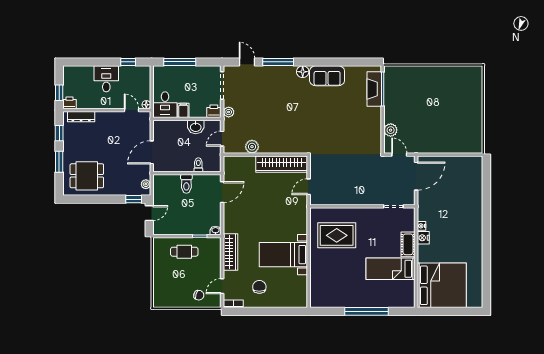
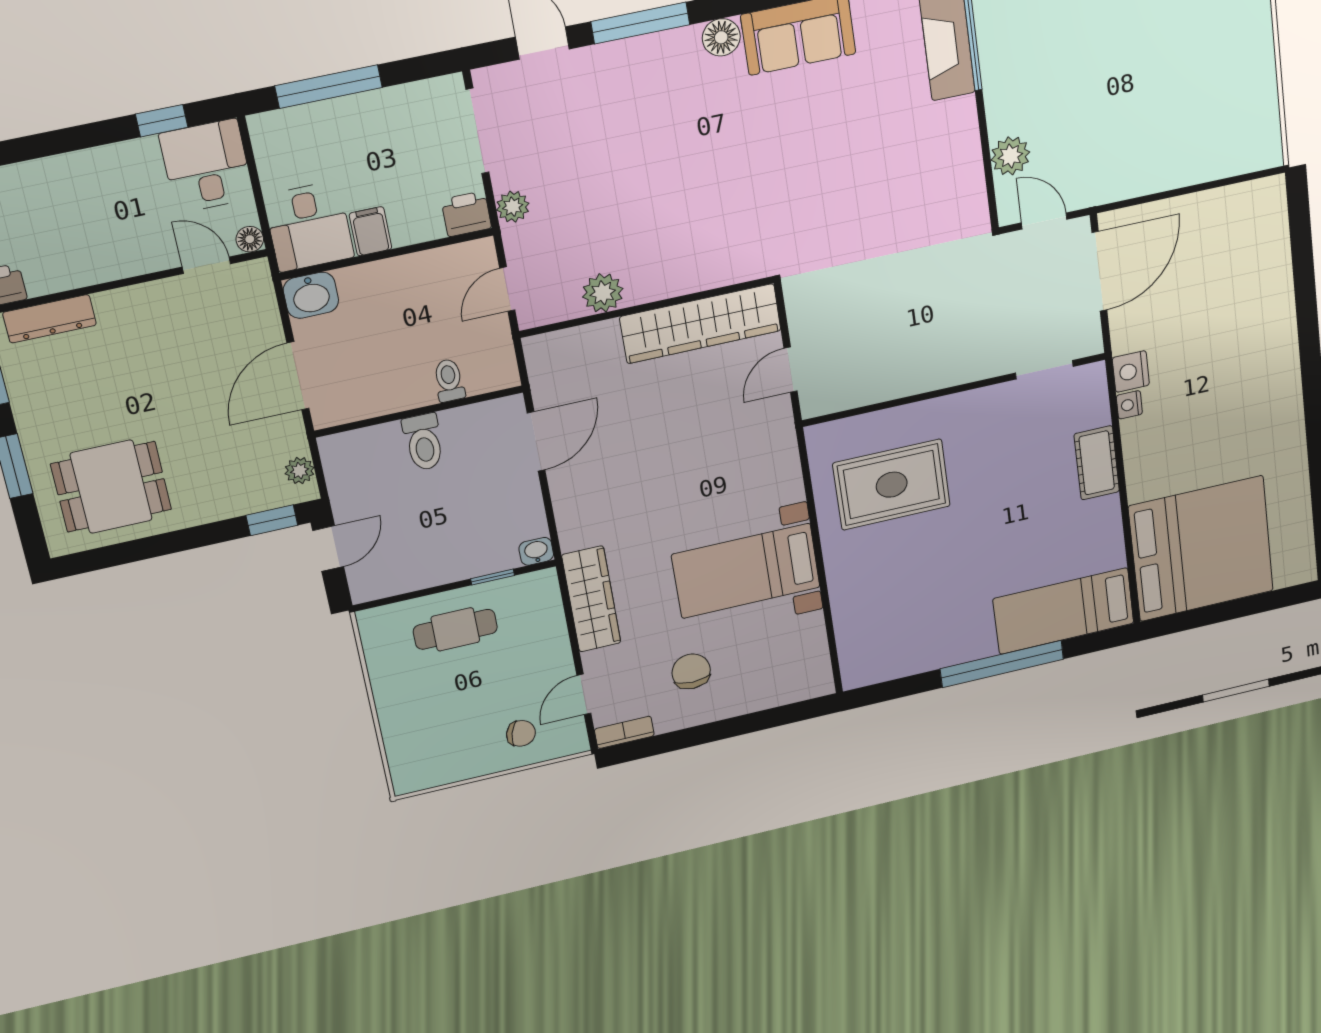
desk: (106, 79) -> (207, 166), moved
washbasin: (196, 127) -> (311, 295), moved
nightstand: (423, 238) -> (1131, 371), moved
bed: (390, 269) -> (1064, 611), moved

